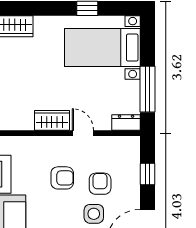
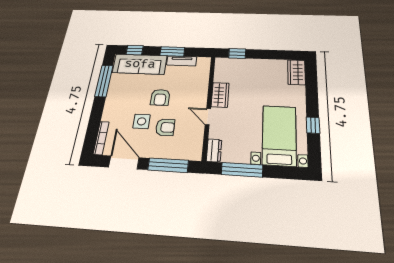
door: (83, 133) -> (208, 117), swing flipped
window: (147, 174) -> (168, 165), width x2.17
armchair: (62, 178) -> (160, 97), moved

